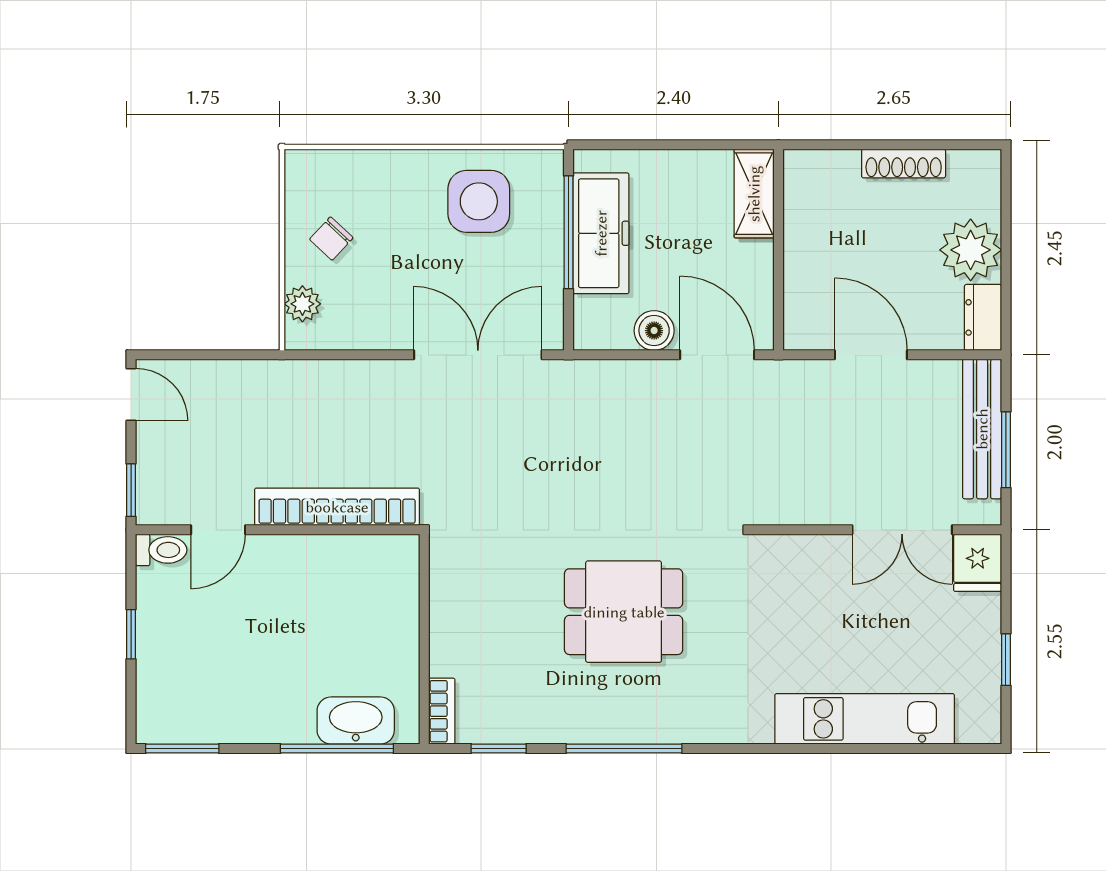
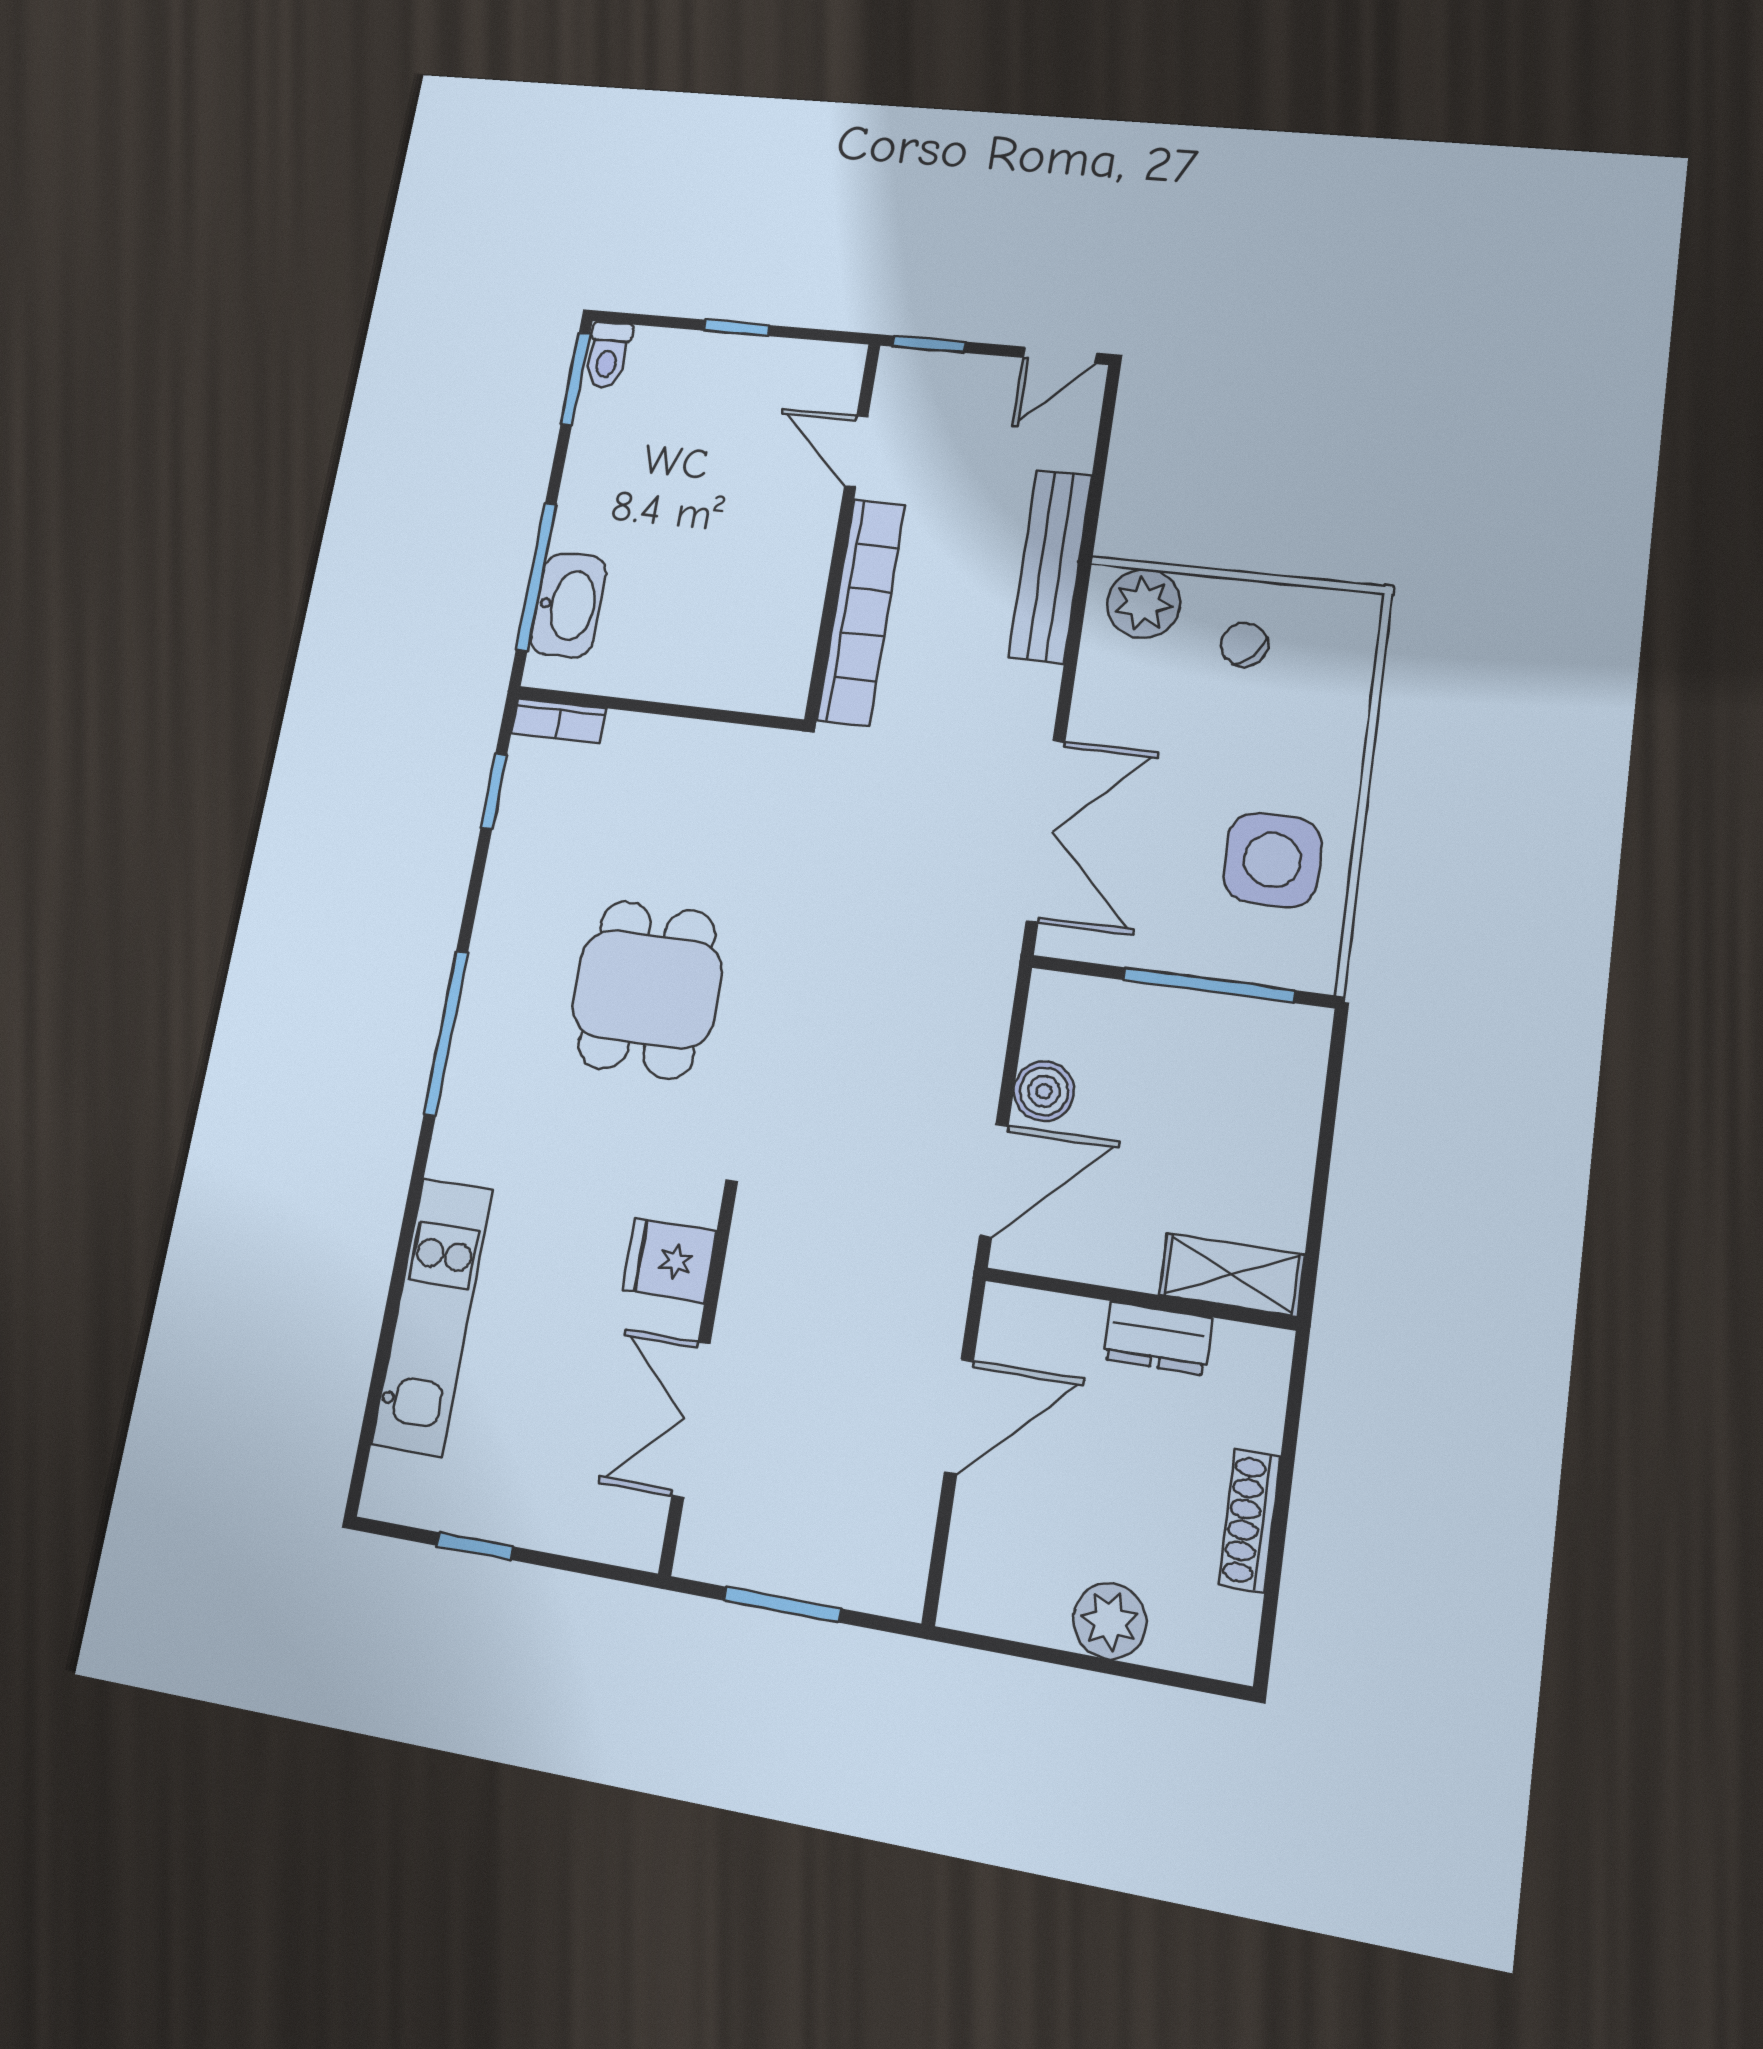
freezer: (601, 233) -> (1201, 1033), removed
plant: (971, 250) -> (1110, 1621), width x0.73, depth x0.73
plant: (302, 304) -> (1144, 603), width x1.38, depth x1.38
dresser: (983, 317) -> (1158, 1338), moved, turned 180
bench: (982, 429) -> (1050, 566), moved, turned 90
toilet: (161, 550) -> (608, 355), moved
fridge: (978, 563) -> (669, 1260), moved
window: (624, 749) -> (446, 1033), moved

